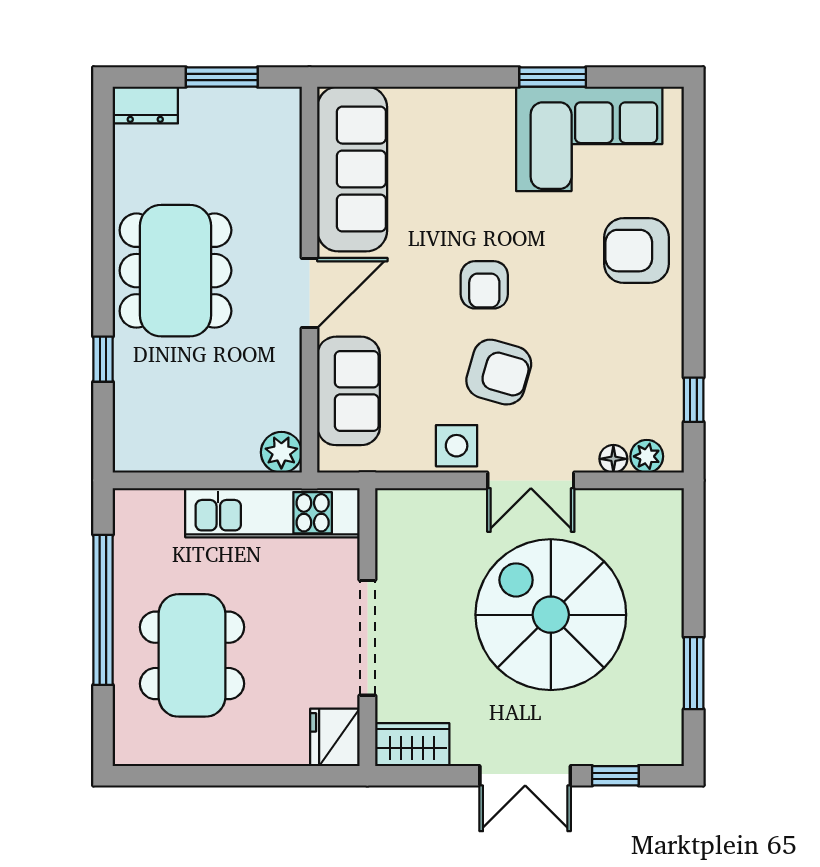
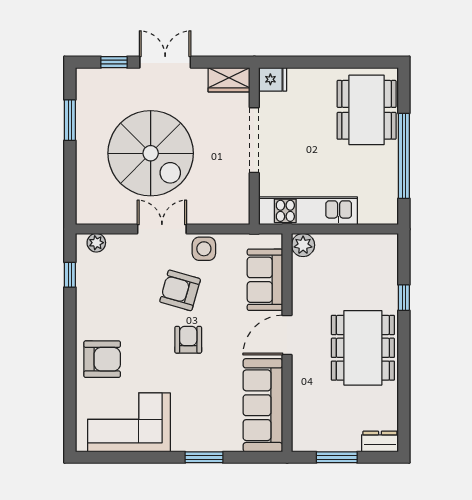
window: (553, 77) -> (204, 457), moved
floor lamp: (613, 459) -> (115, 241), removed
dining table: (192, 655) -> (367, 110), moved
fridge: (335, 737) -> (273, 79), width x0.72

